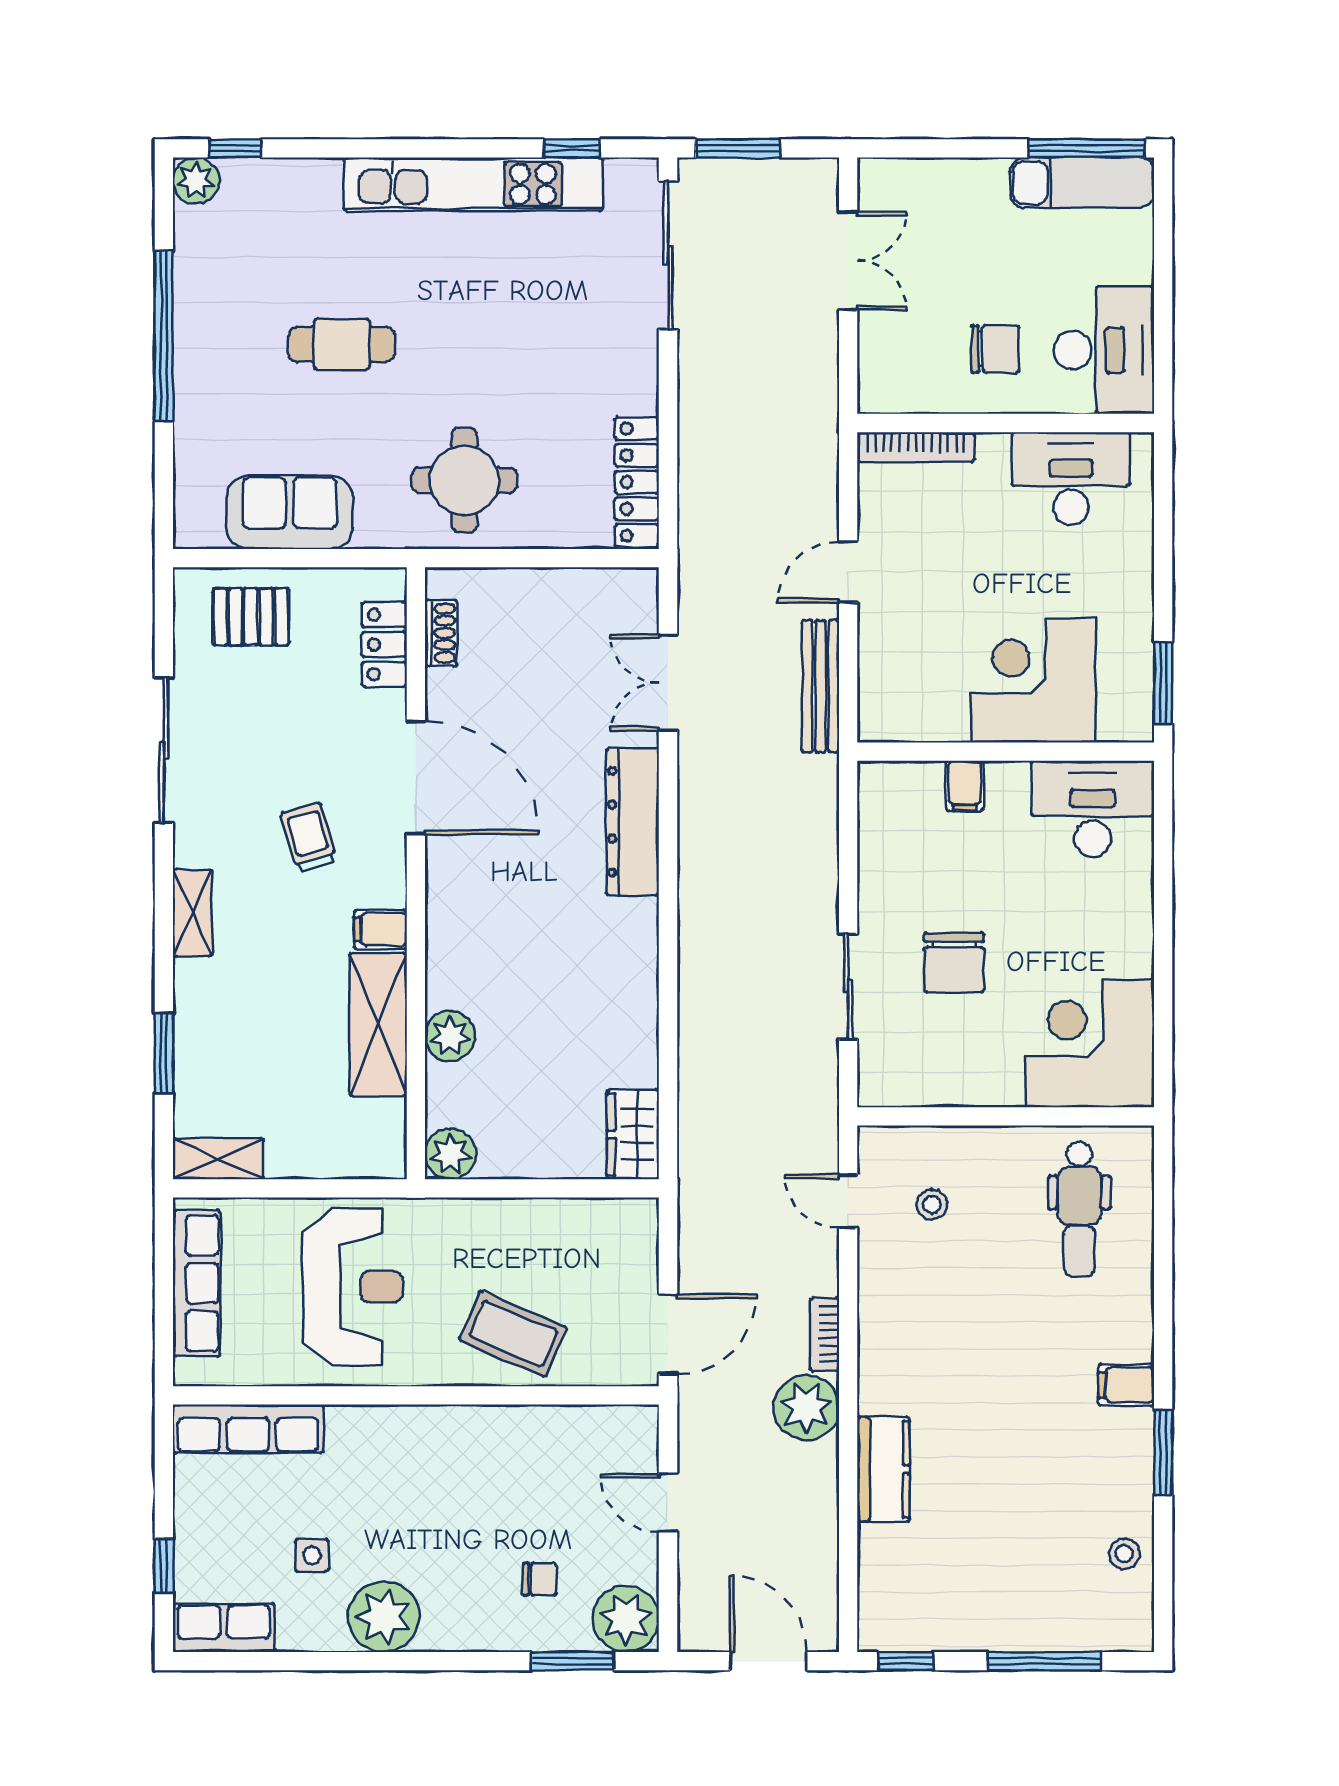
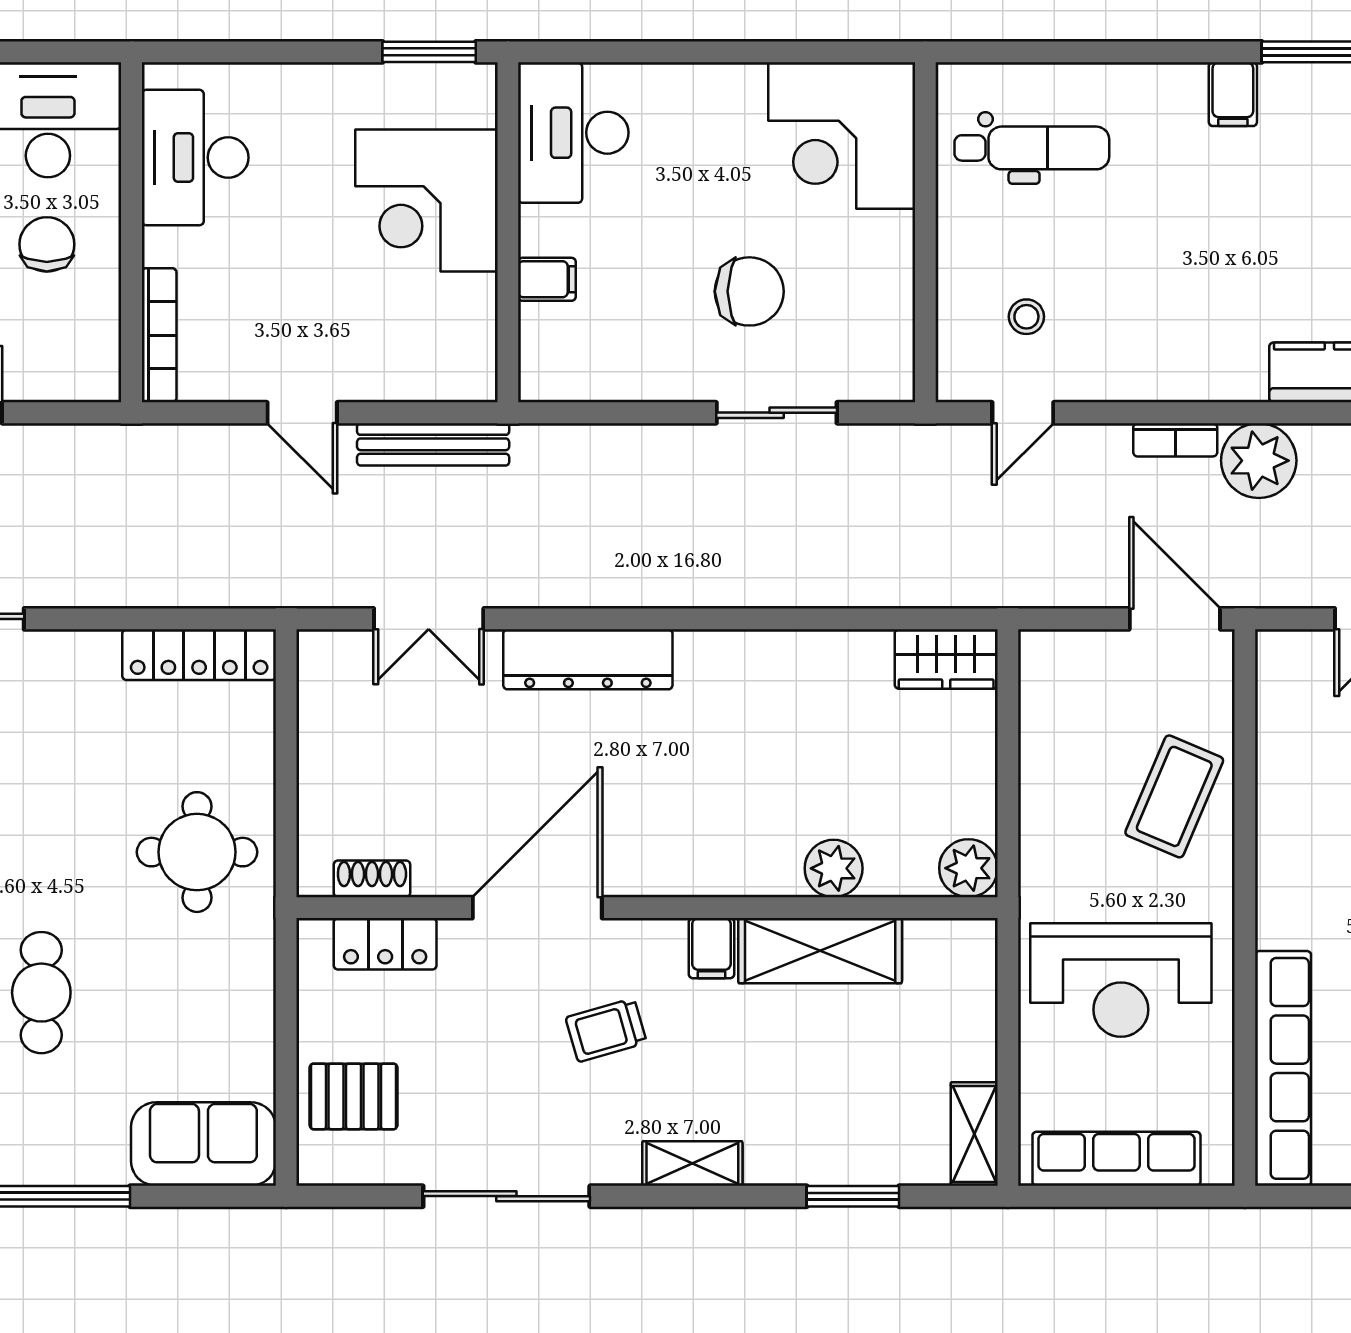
sofa: (290, 512) -> (203, 1144), moved, turned 90
pallet: (251, 617) -> (354, 1096), turned 90
reception desk: (353, 1287) -> (1121, 980), turned 180
row of seats: (248, 1429) -> (1283, 1068), width x1.36

